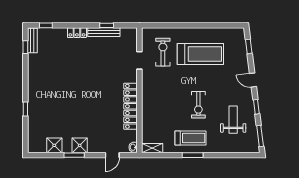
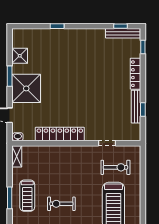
locker: (77, 33) -> (135, 74), width x1.53
bench: (32, 40) -> (123, 33), width x1.36
shower: (80, 145) -> (26, 88), width x1.86, depth x1.86

